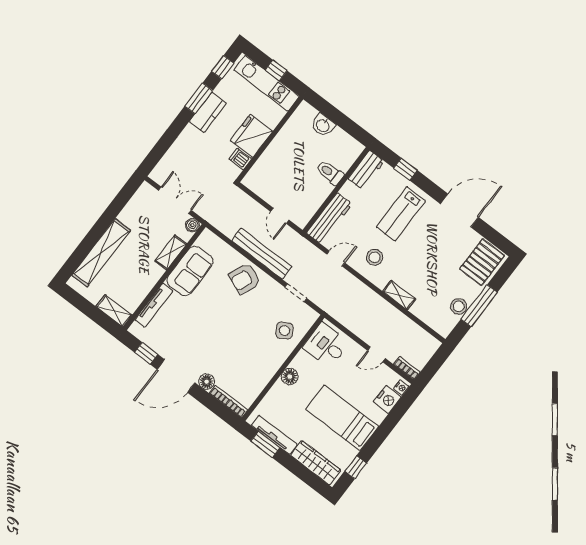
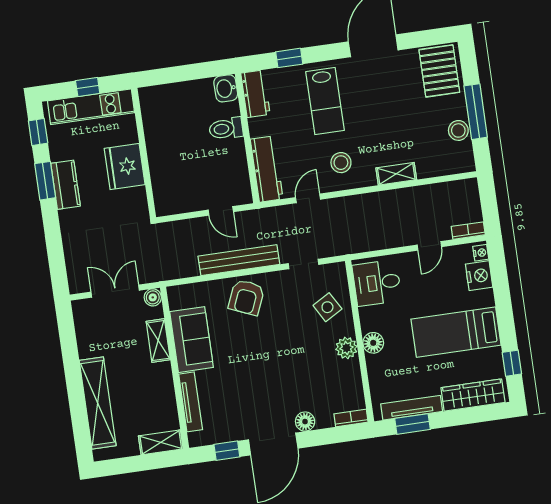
washbasin: (323, 125) -> (226, 88), moved, turned 90
dishwasher: (240, 159) -> (135, 197), removed
plant: (272, 364) -> (346, 348), added
bookcase: (228, 401) -> (351, 418), width x0.64

